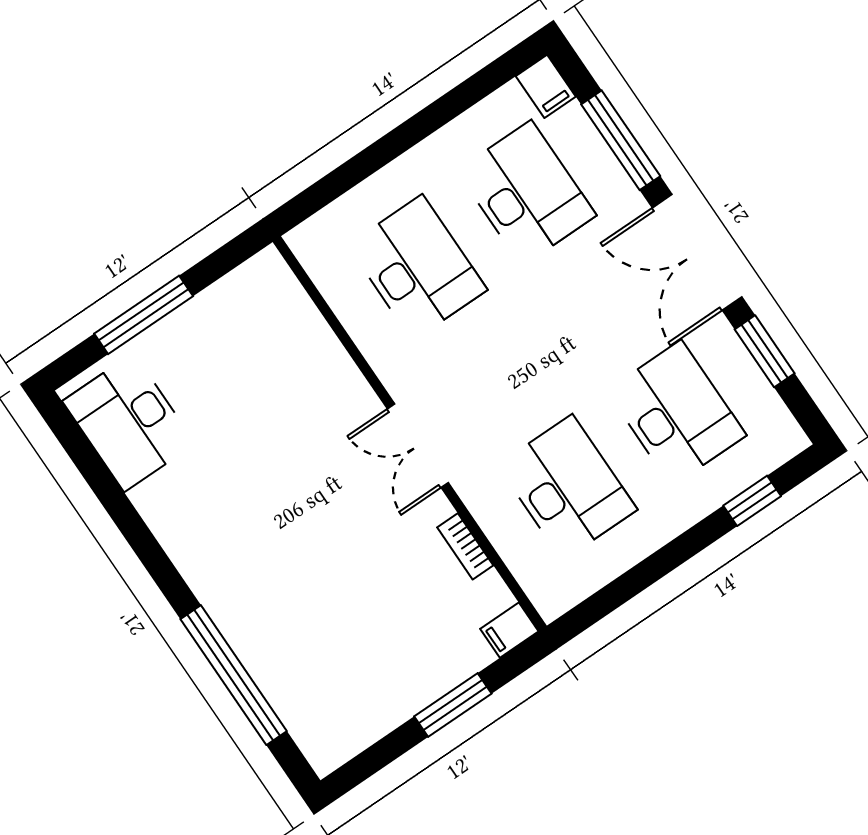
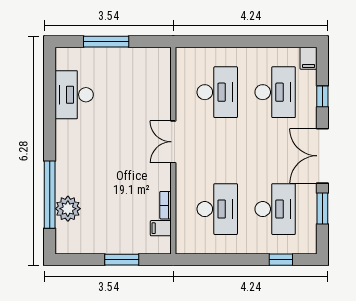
window: (621, 140) -> (322, 96), width x0.46
desk: (129, 422) -> (74, 95), moved
double door: (418, 446) -> (173, 142), moved
filing cabinet: (509, 630) -> (161, 228), moved
plant: (286, 678) -> (68, 209), added

